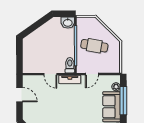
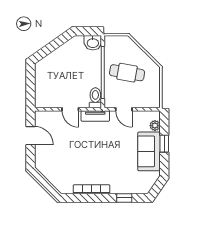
door: (92, 74) -> (124, 109), hinge flipped
window: (123, 101) -> (164, 144), width x0.46

